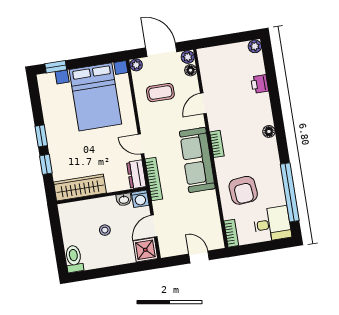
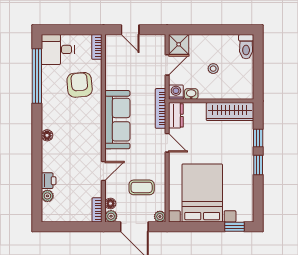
plant: (255, 46) -> (47, 196), moved
bookcase: (217, 144) -> (97, 210), moved

